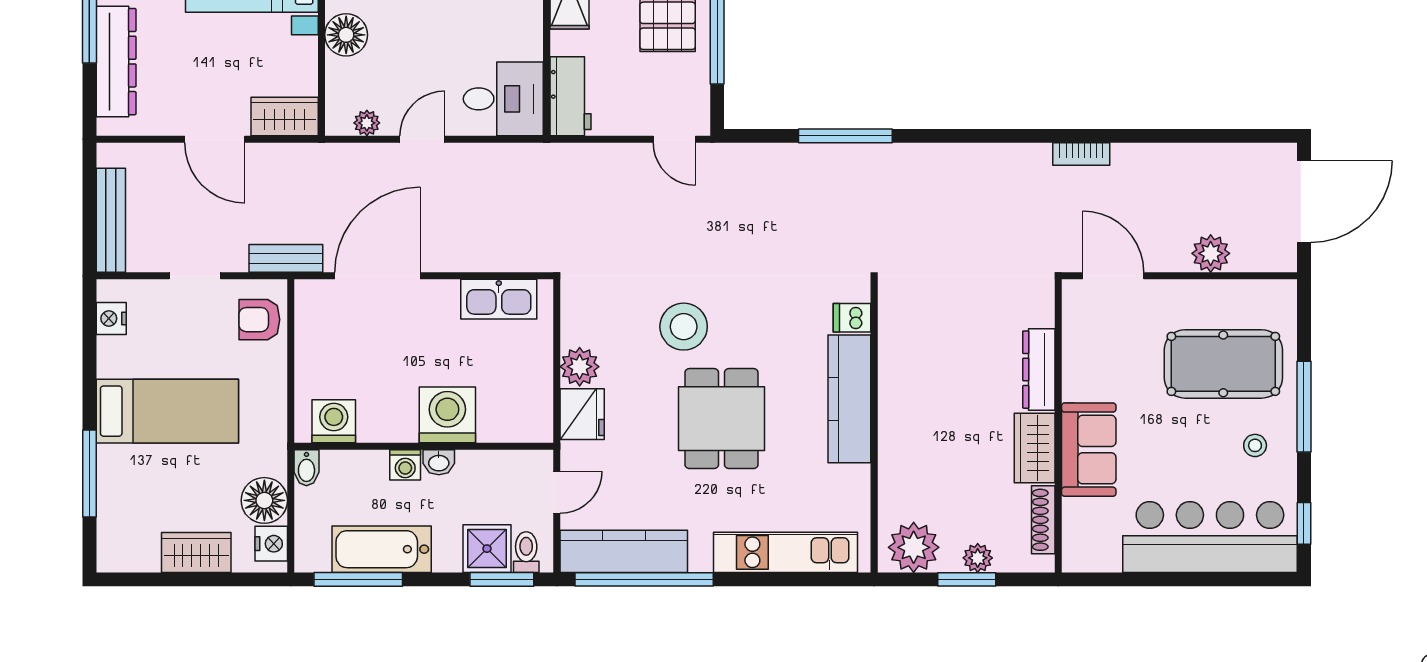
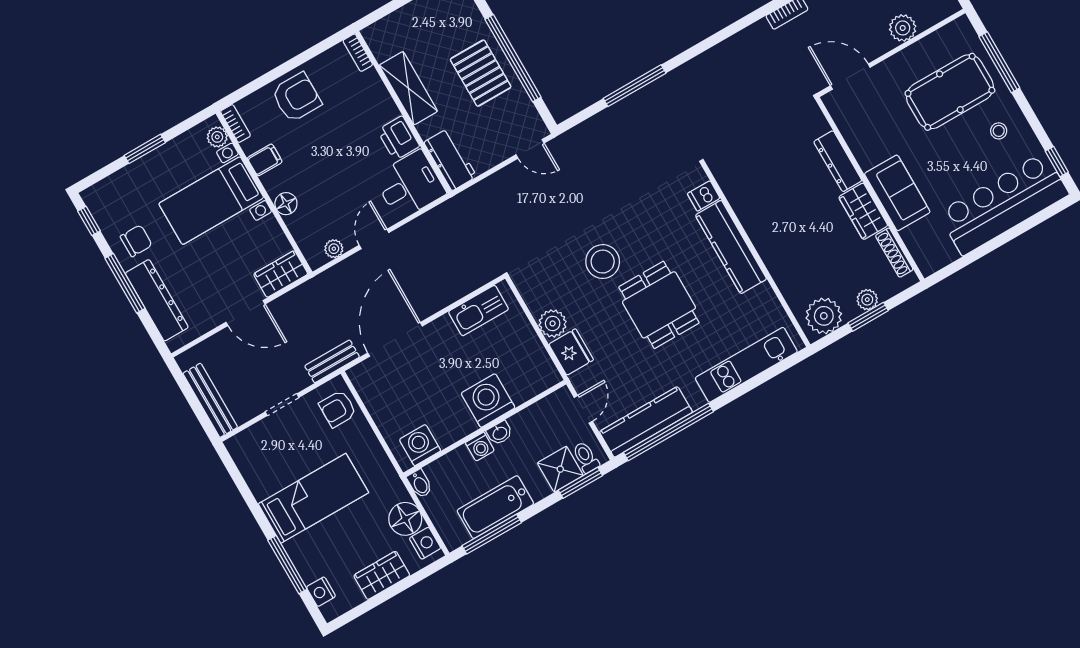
printer: (522, 34) -> (398, 138), added
floor lamp: (346, 35) -> (286, 204), width x0.73, depth x0.73
nightstand: (111, 318) -> (321, 592), moved
window: (1304, 407) -> (999, 62), moved

